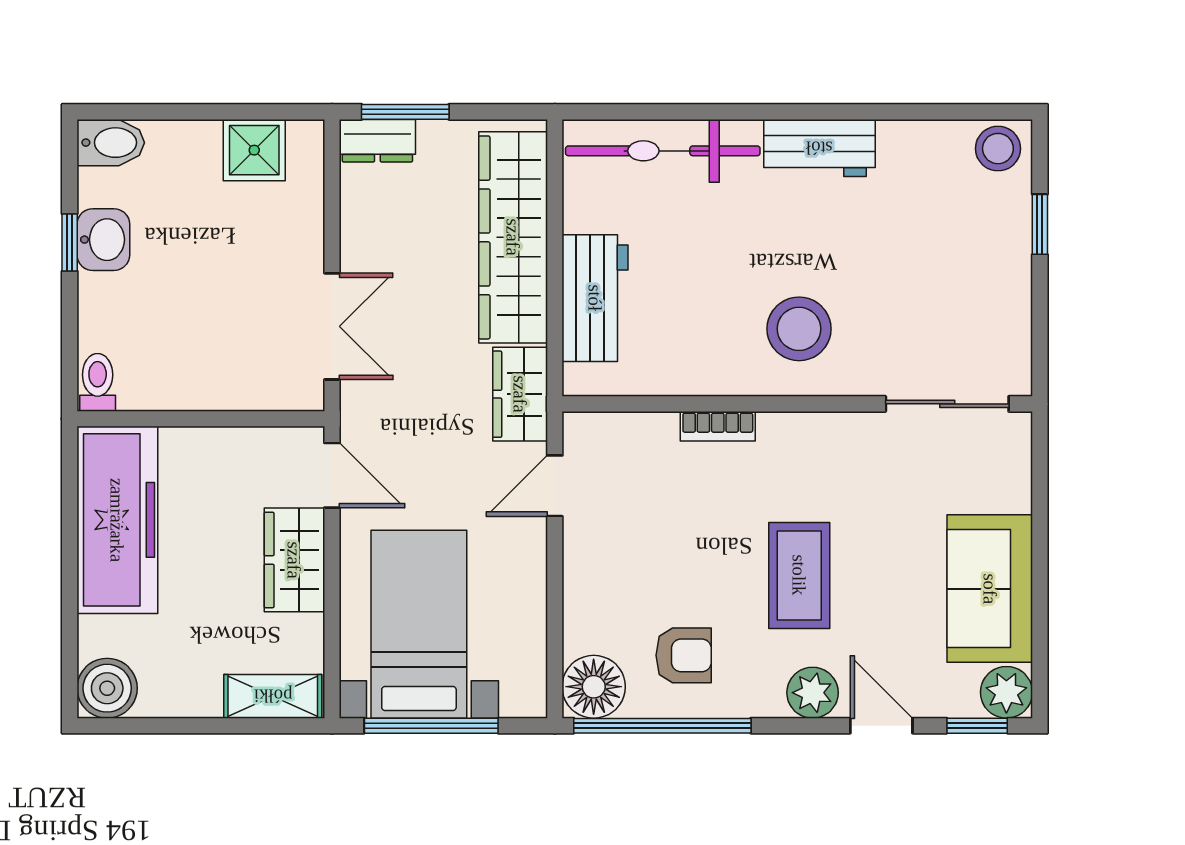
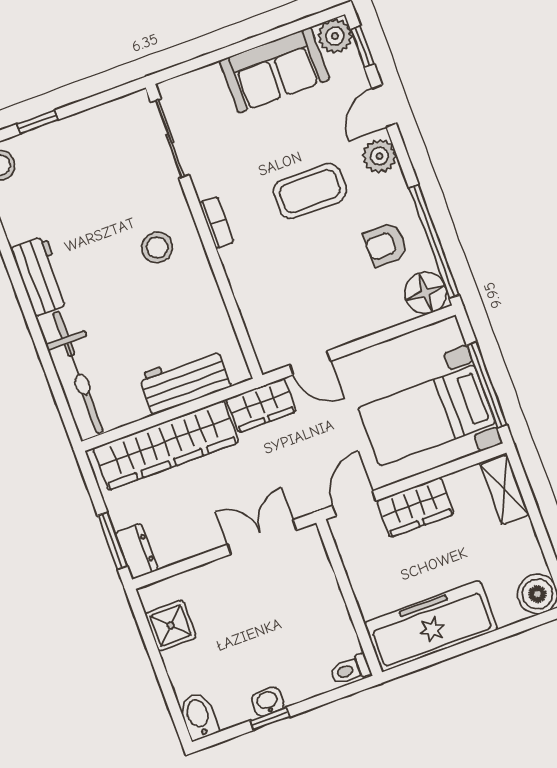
washbasin: (103, 240) -> (268, 702), width x0.72, depth x0.69
stool: (799, 329) -> (157, 247), width x0.73, depth x0.73
bookcase: (718, 426) -> (216, 222), moved
armchair: (684, 655) -> (386, 244), turned -90

